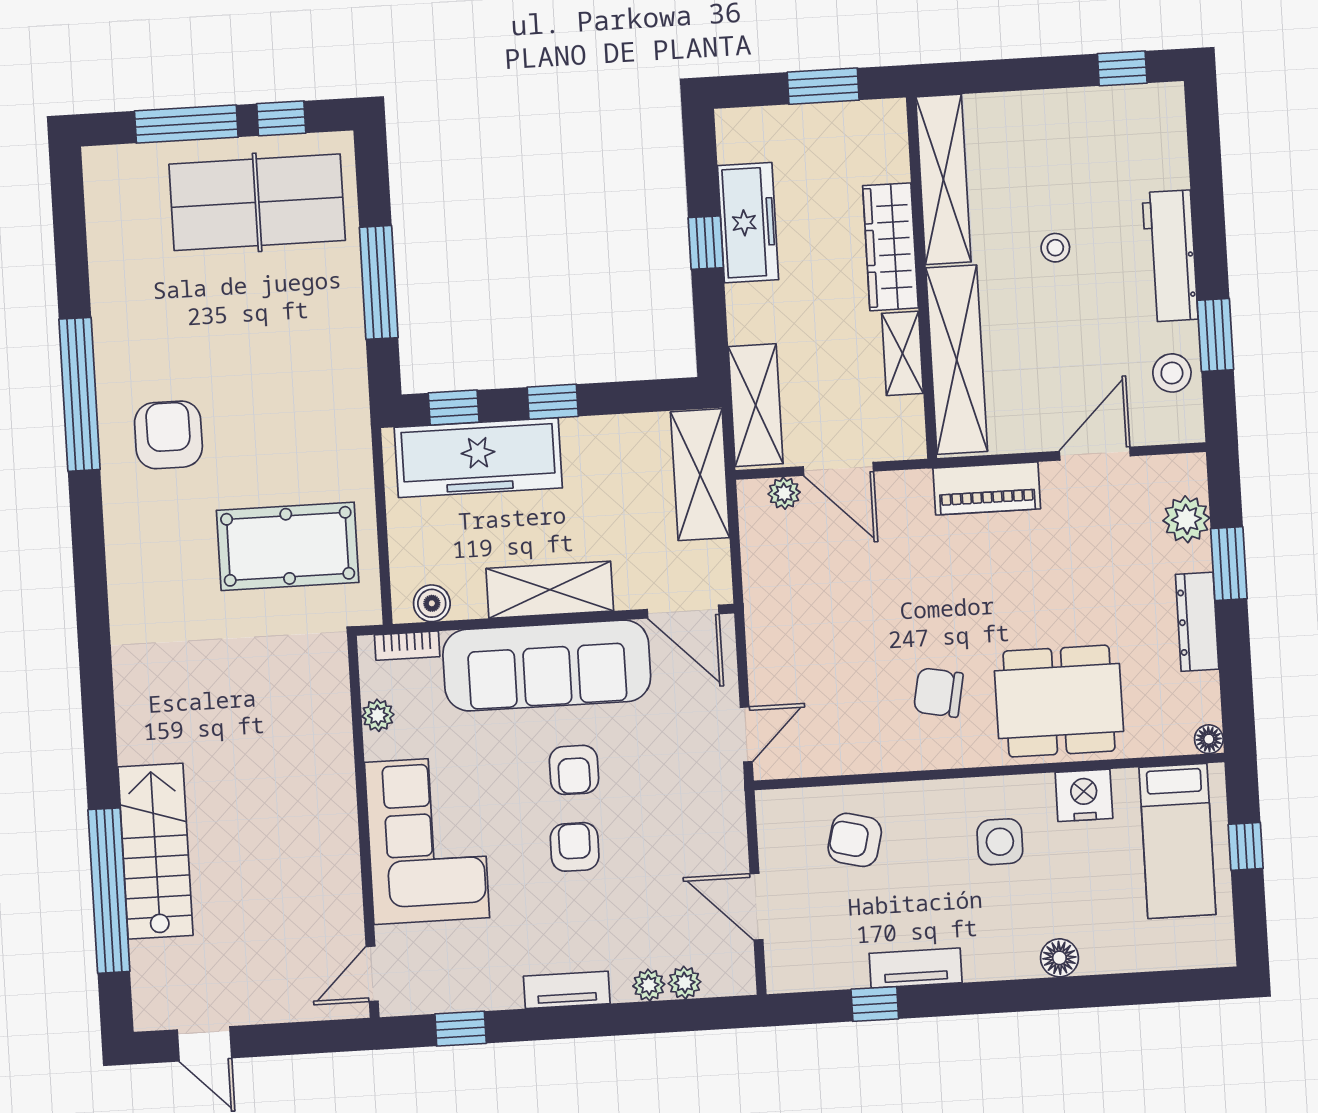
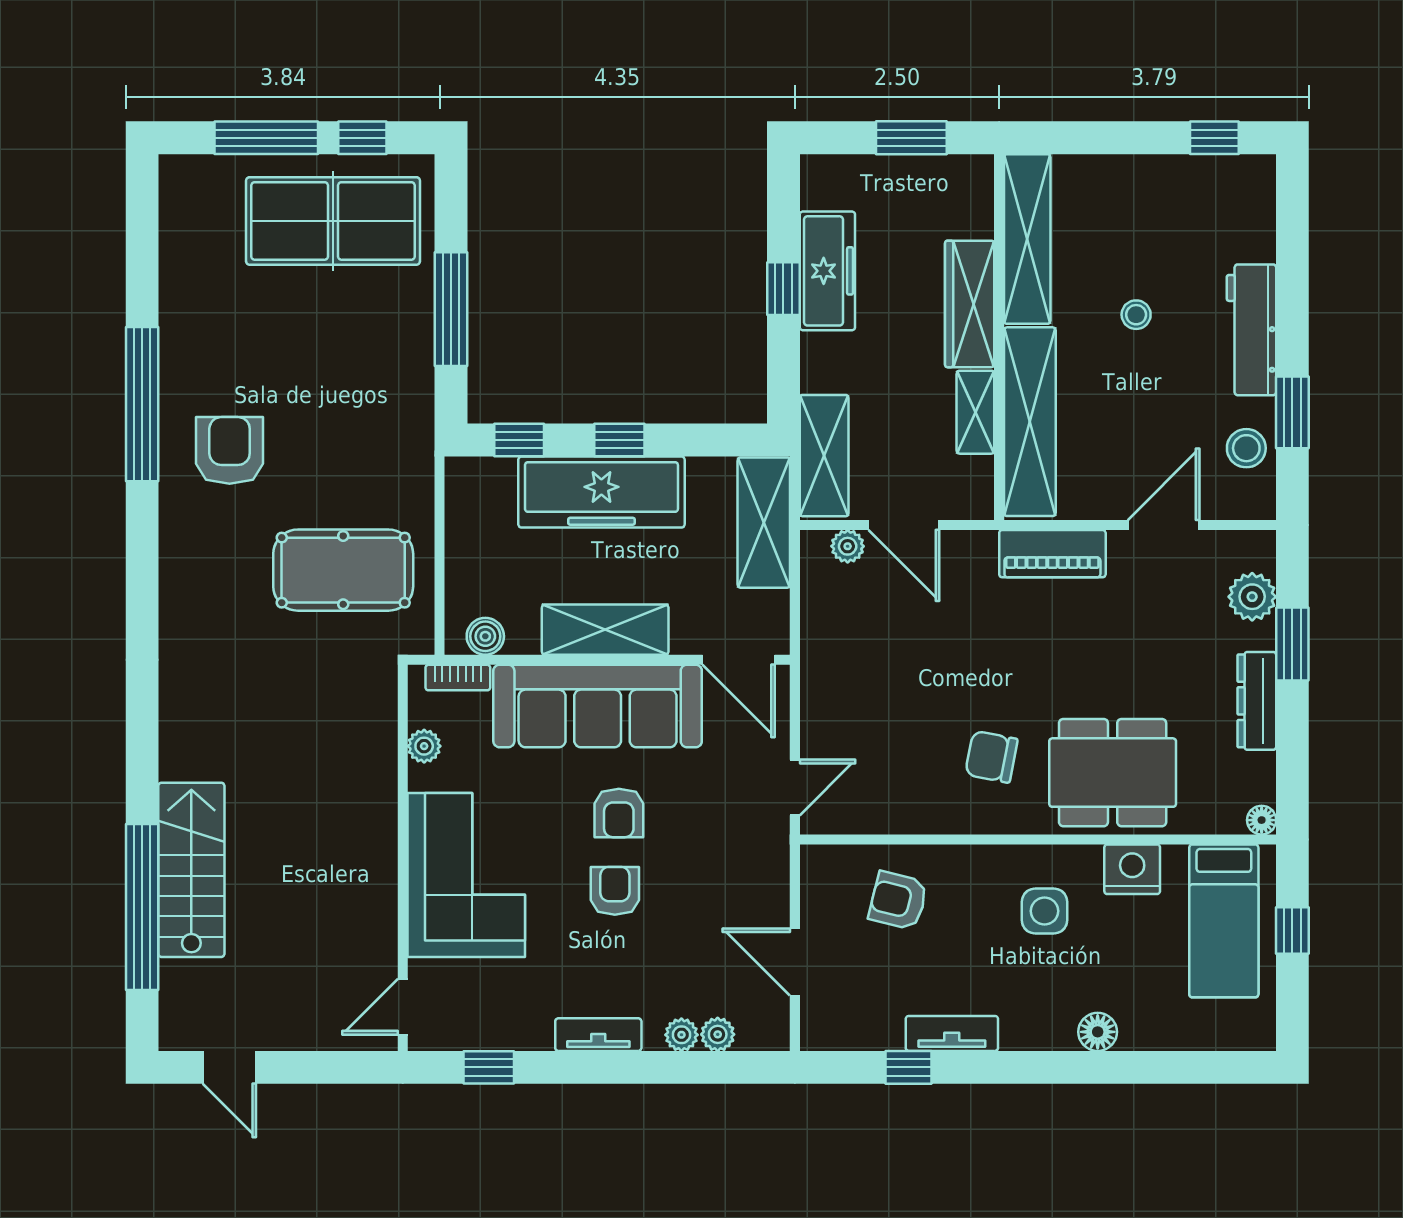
freezer: (478, 458) -> (601, 492), moved

